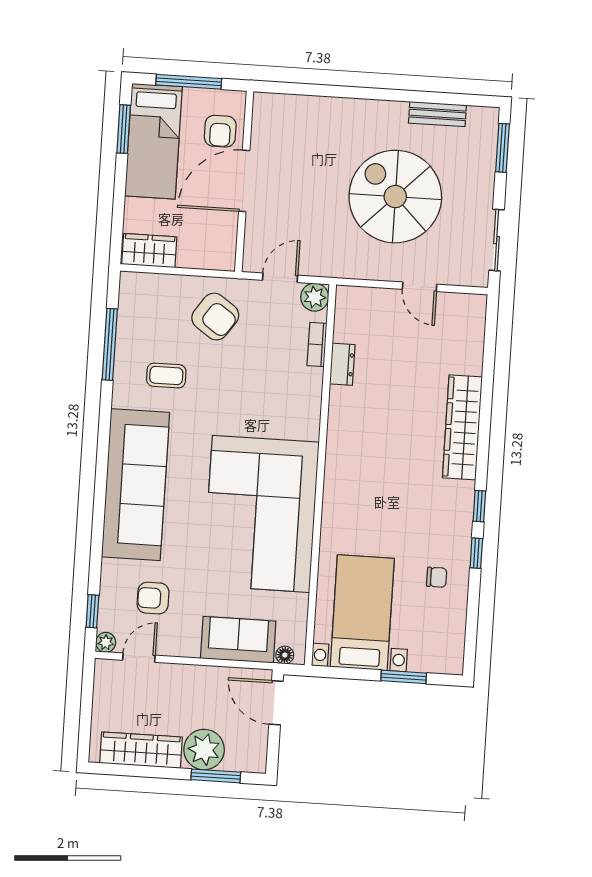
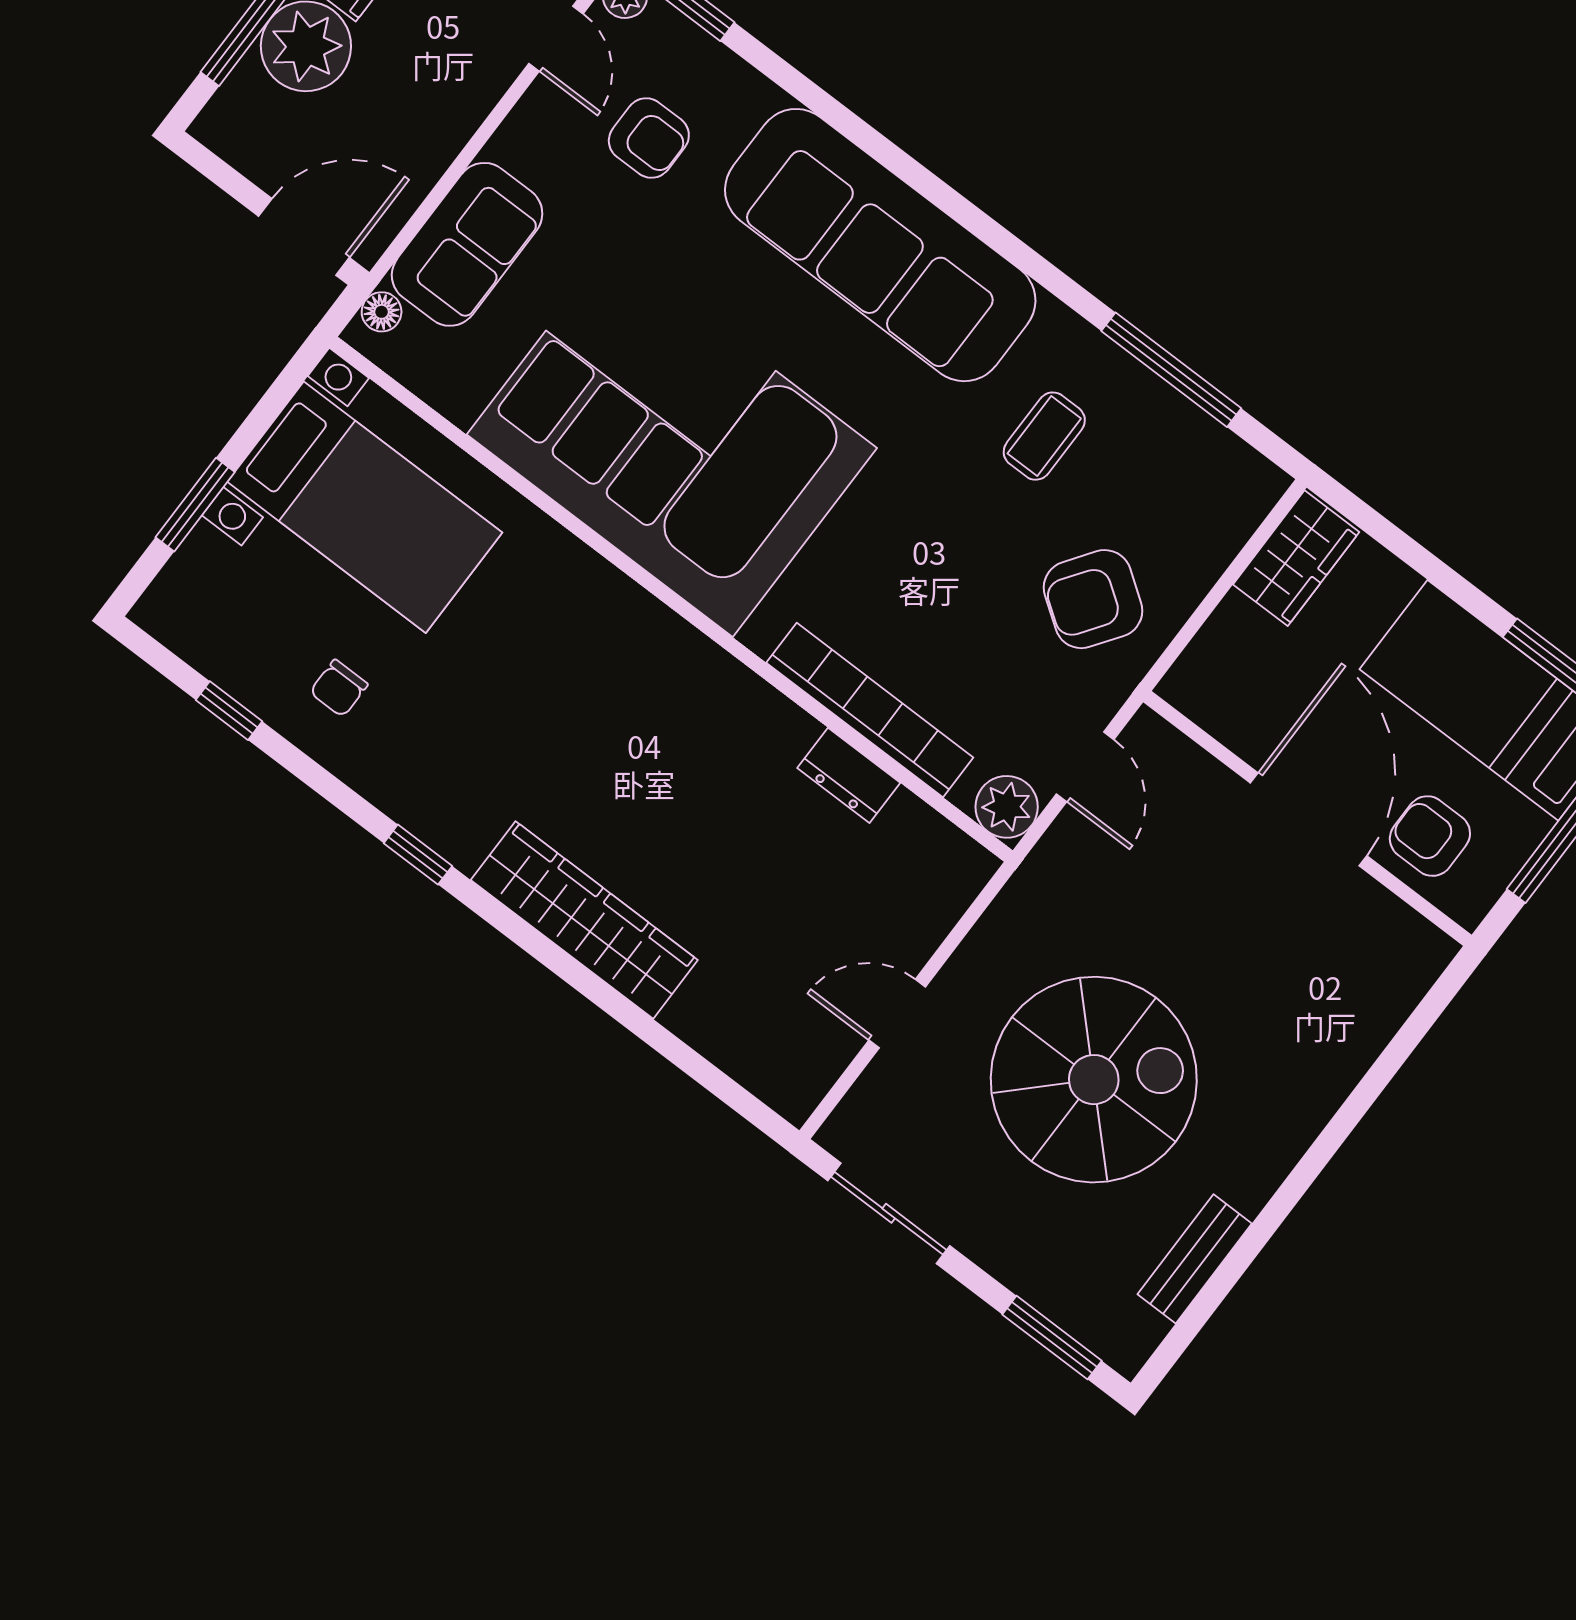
bookcase: (317, 344) -> (870, 710), width x2.31, depth x1.31
window: (476, 553) -> (229, 711), moved
armchair: (153, 598) -> (649, 138), turned 90

